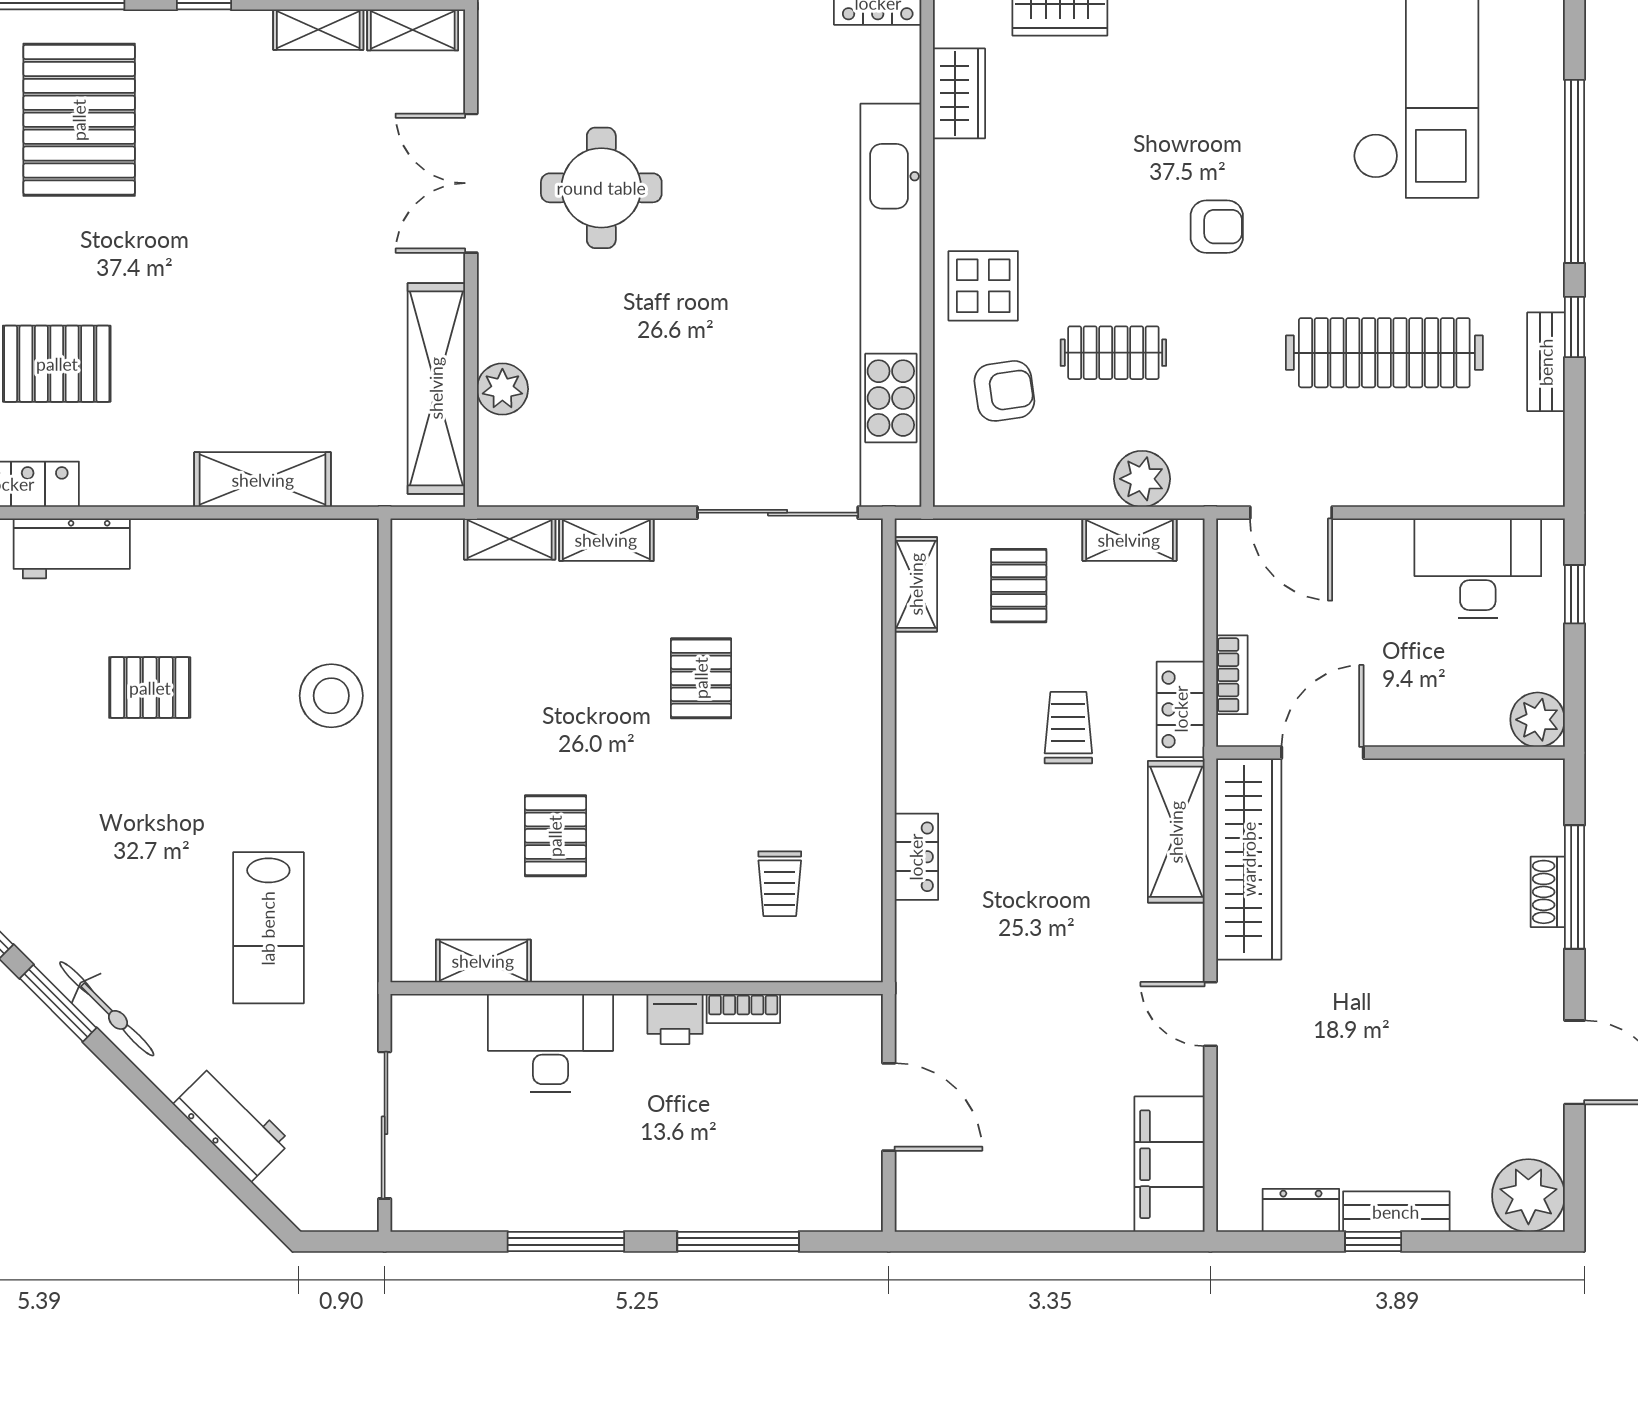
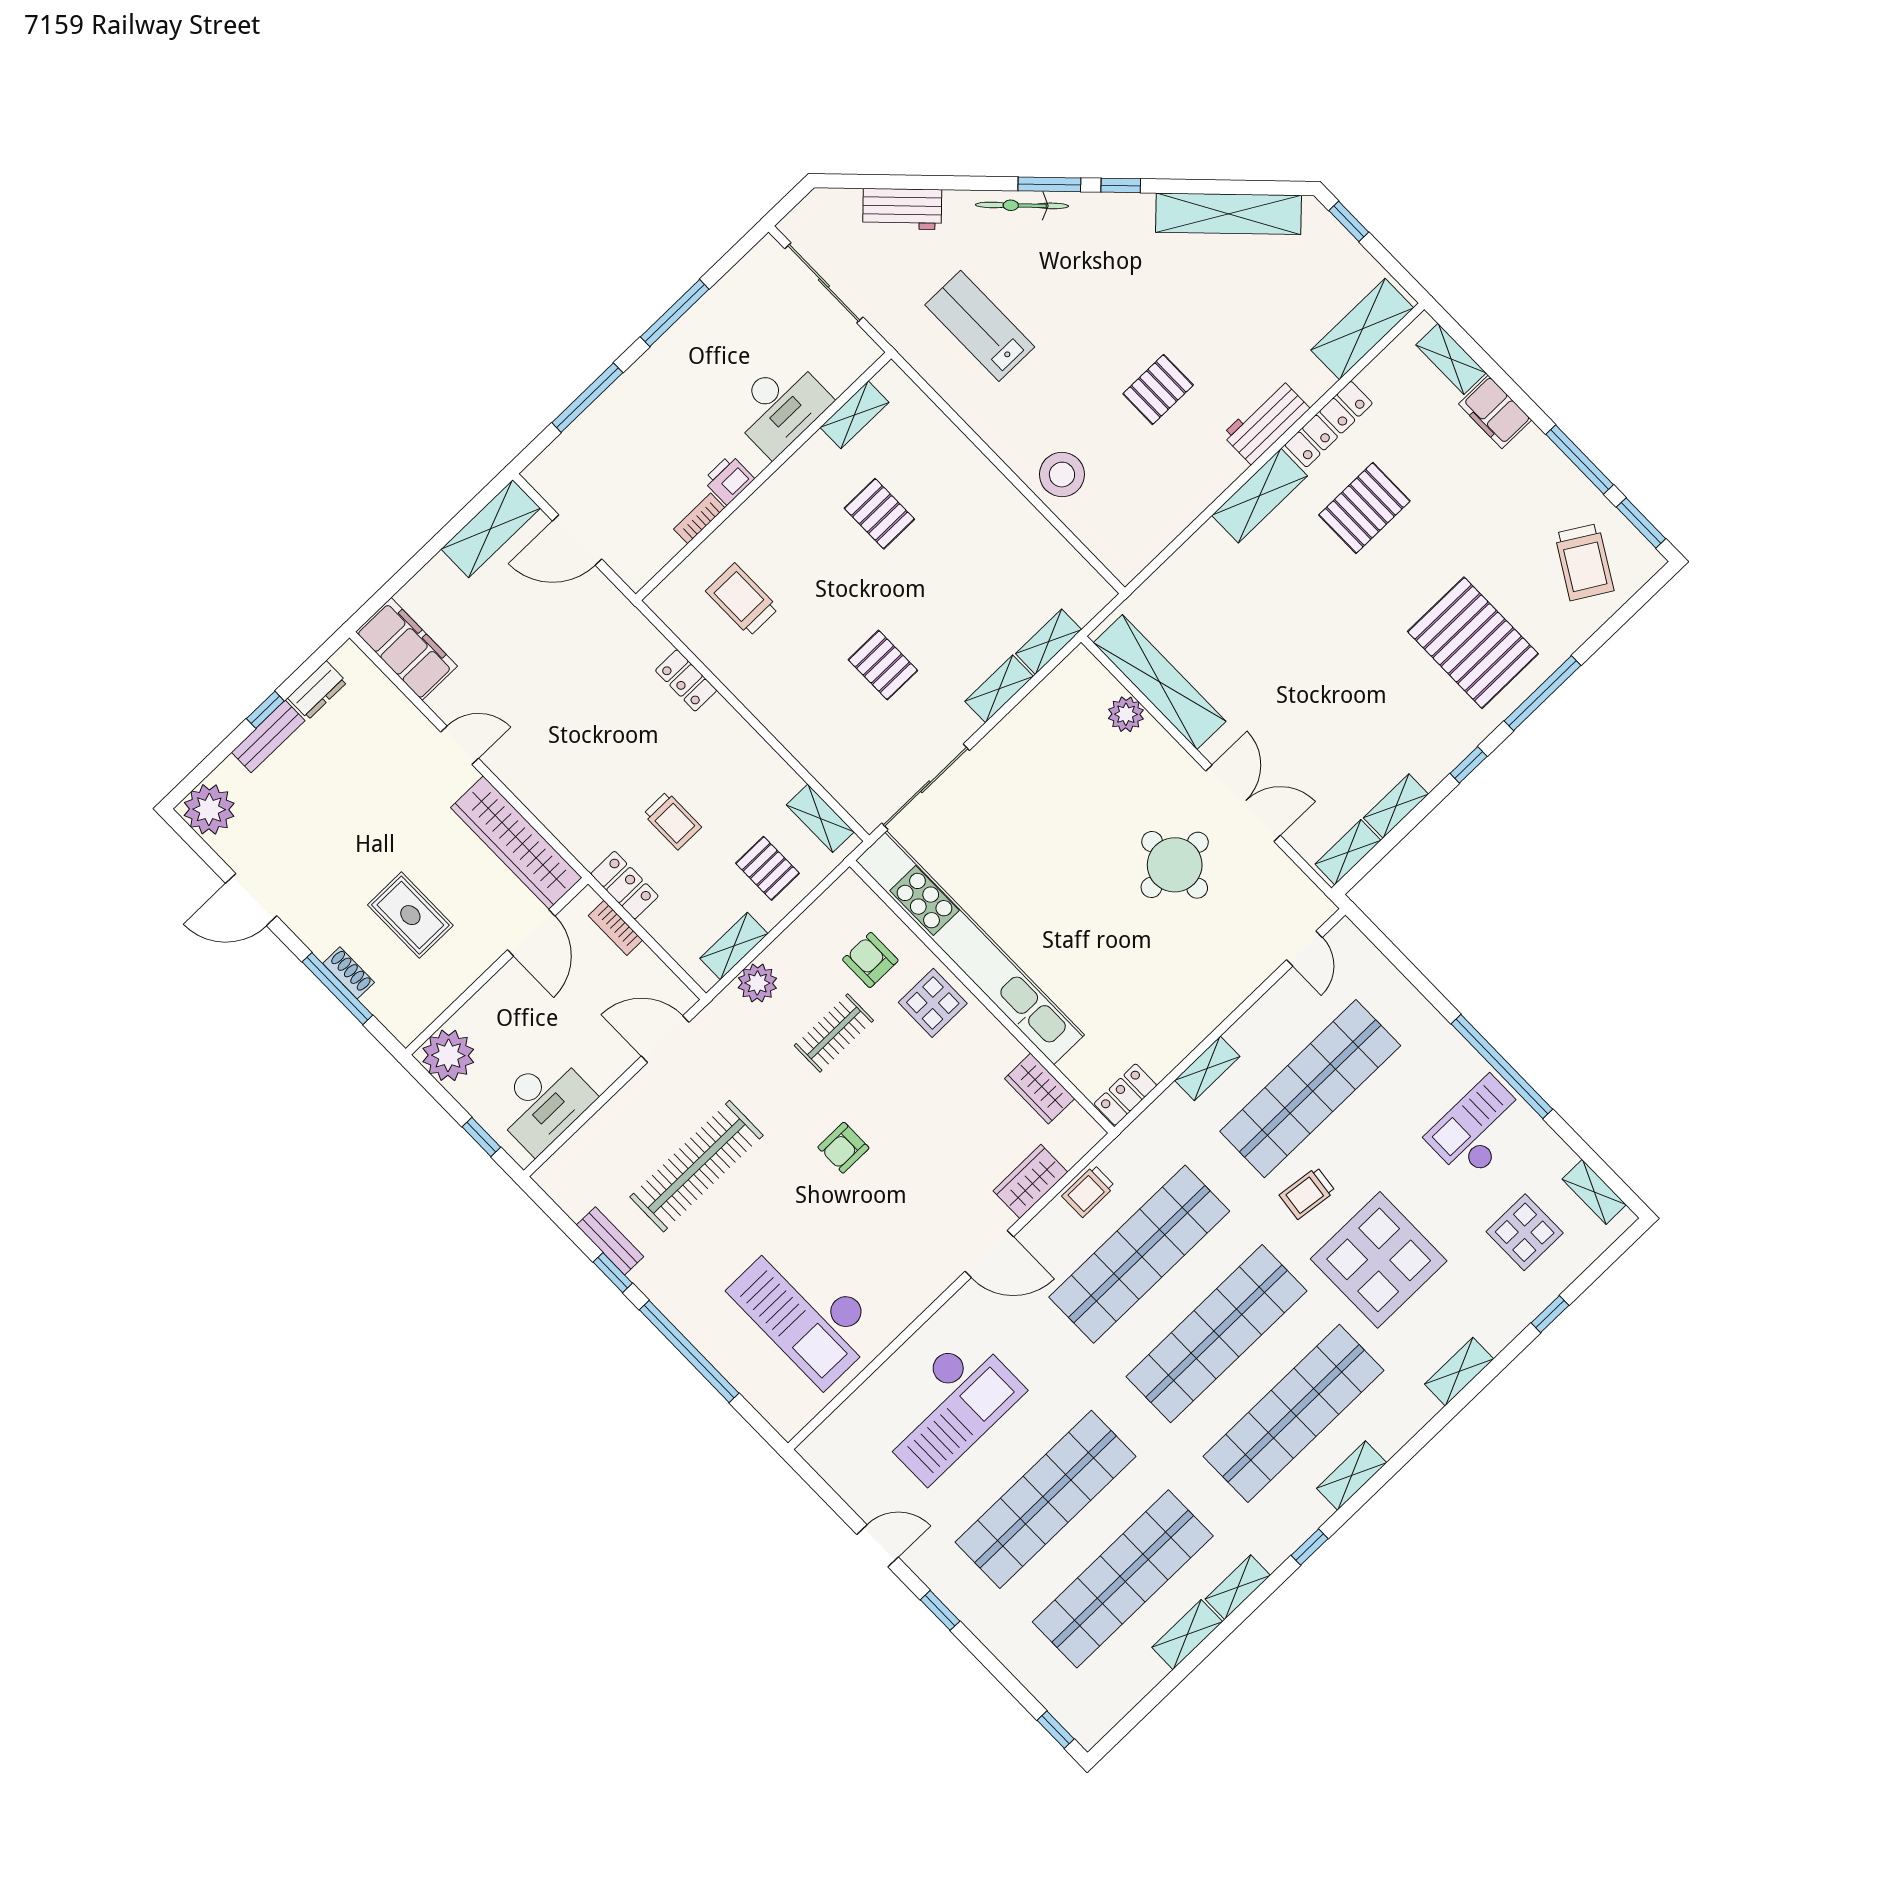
armchair: (1004, 391) -> (870, 960), turned 98
shelving: (263, 480) -> (1260, 496), moved
plant: (1538, 720) -> (448, 1055), width x1.36, depth x1.36
shelving: (1176, 832) -> (491, 529), moved, turned 90
trolley: (780, 884) -> (742, 600), width x1.36, depth x1.39
rug: (1428, 890) -> (410, 915), added

